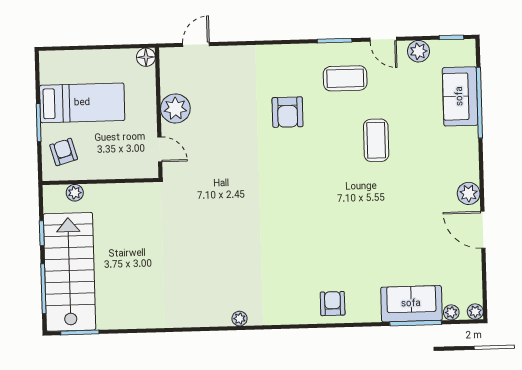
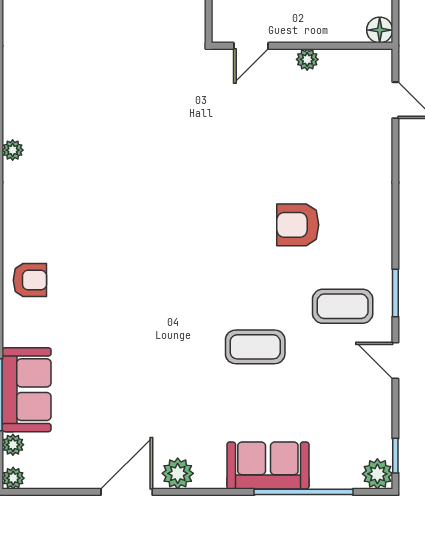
door: (383, 39) -> (395, 361), hinge flipped
plant: (419, 51) -> (377, 474), moved
coffee table: (345, 78) -> (343, 306), turned 90
sofa: (460, 96) -> (268, 465), moved
plant: (175, 108) -> (307, 59), width x0.53, depth x0.53

